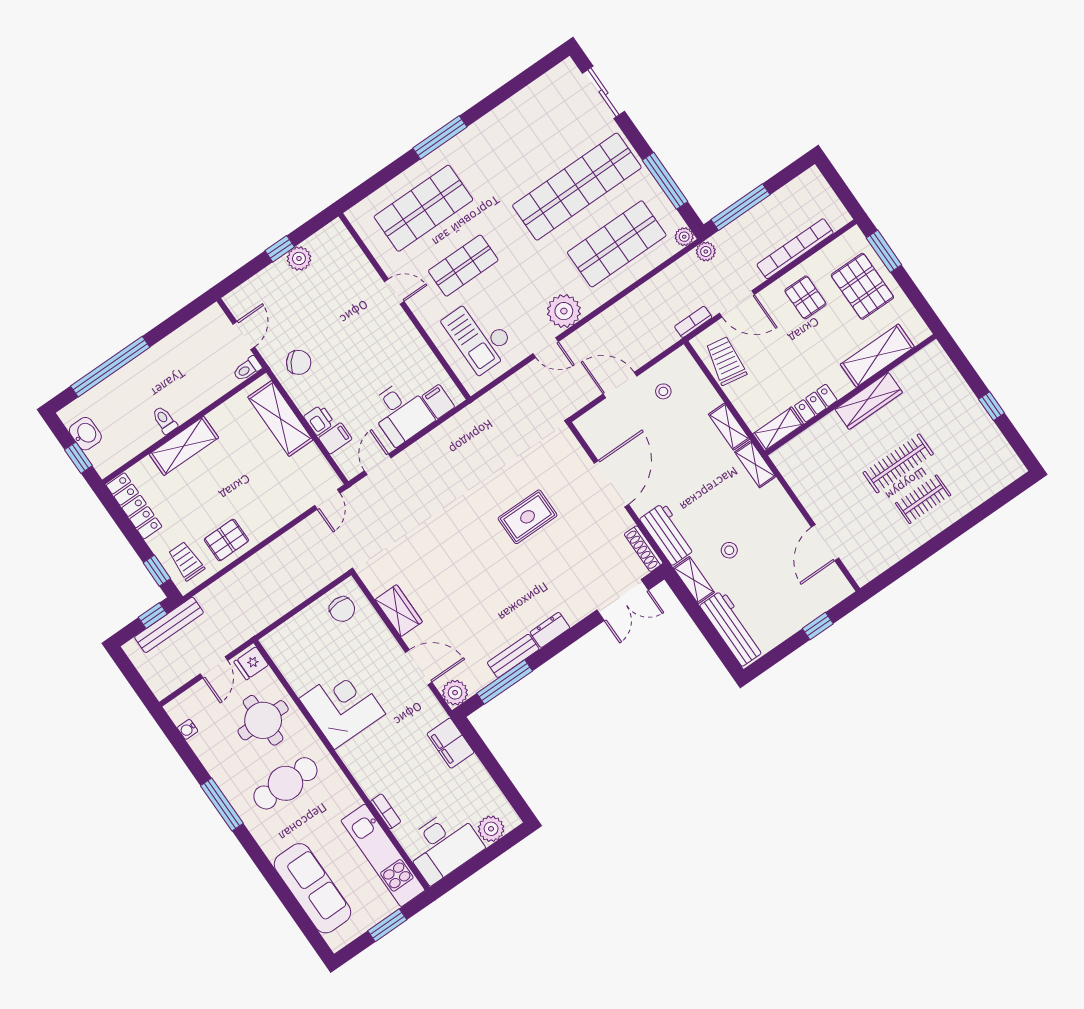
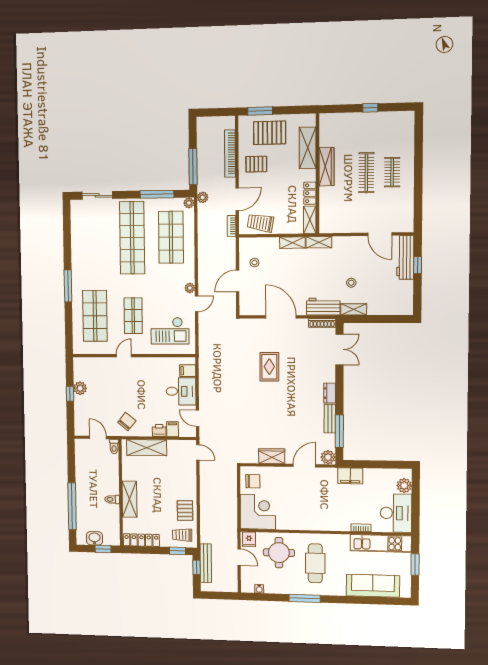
plant: (564, 311) -> (190, 288), width x0.53, depth x0.53
workbench: (732, 628) -> (405, 257), moved, turned -90
corner desk: (342, 706) -> (258, 512), moved, turned 90

